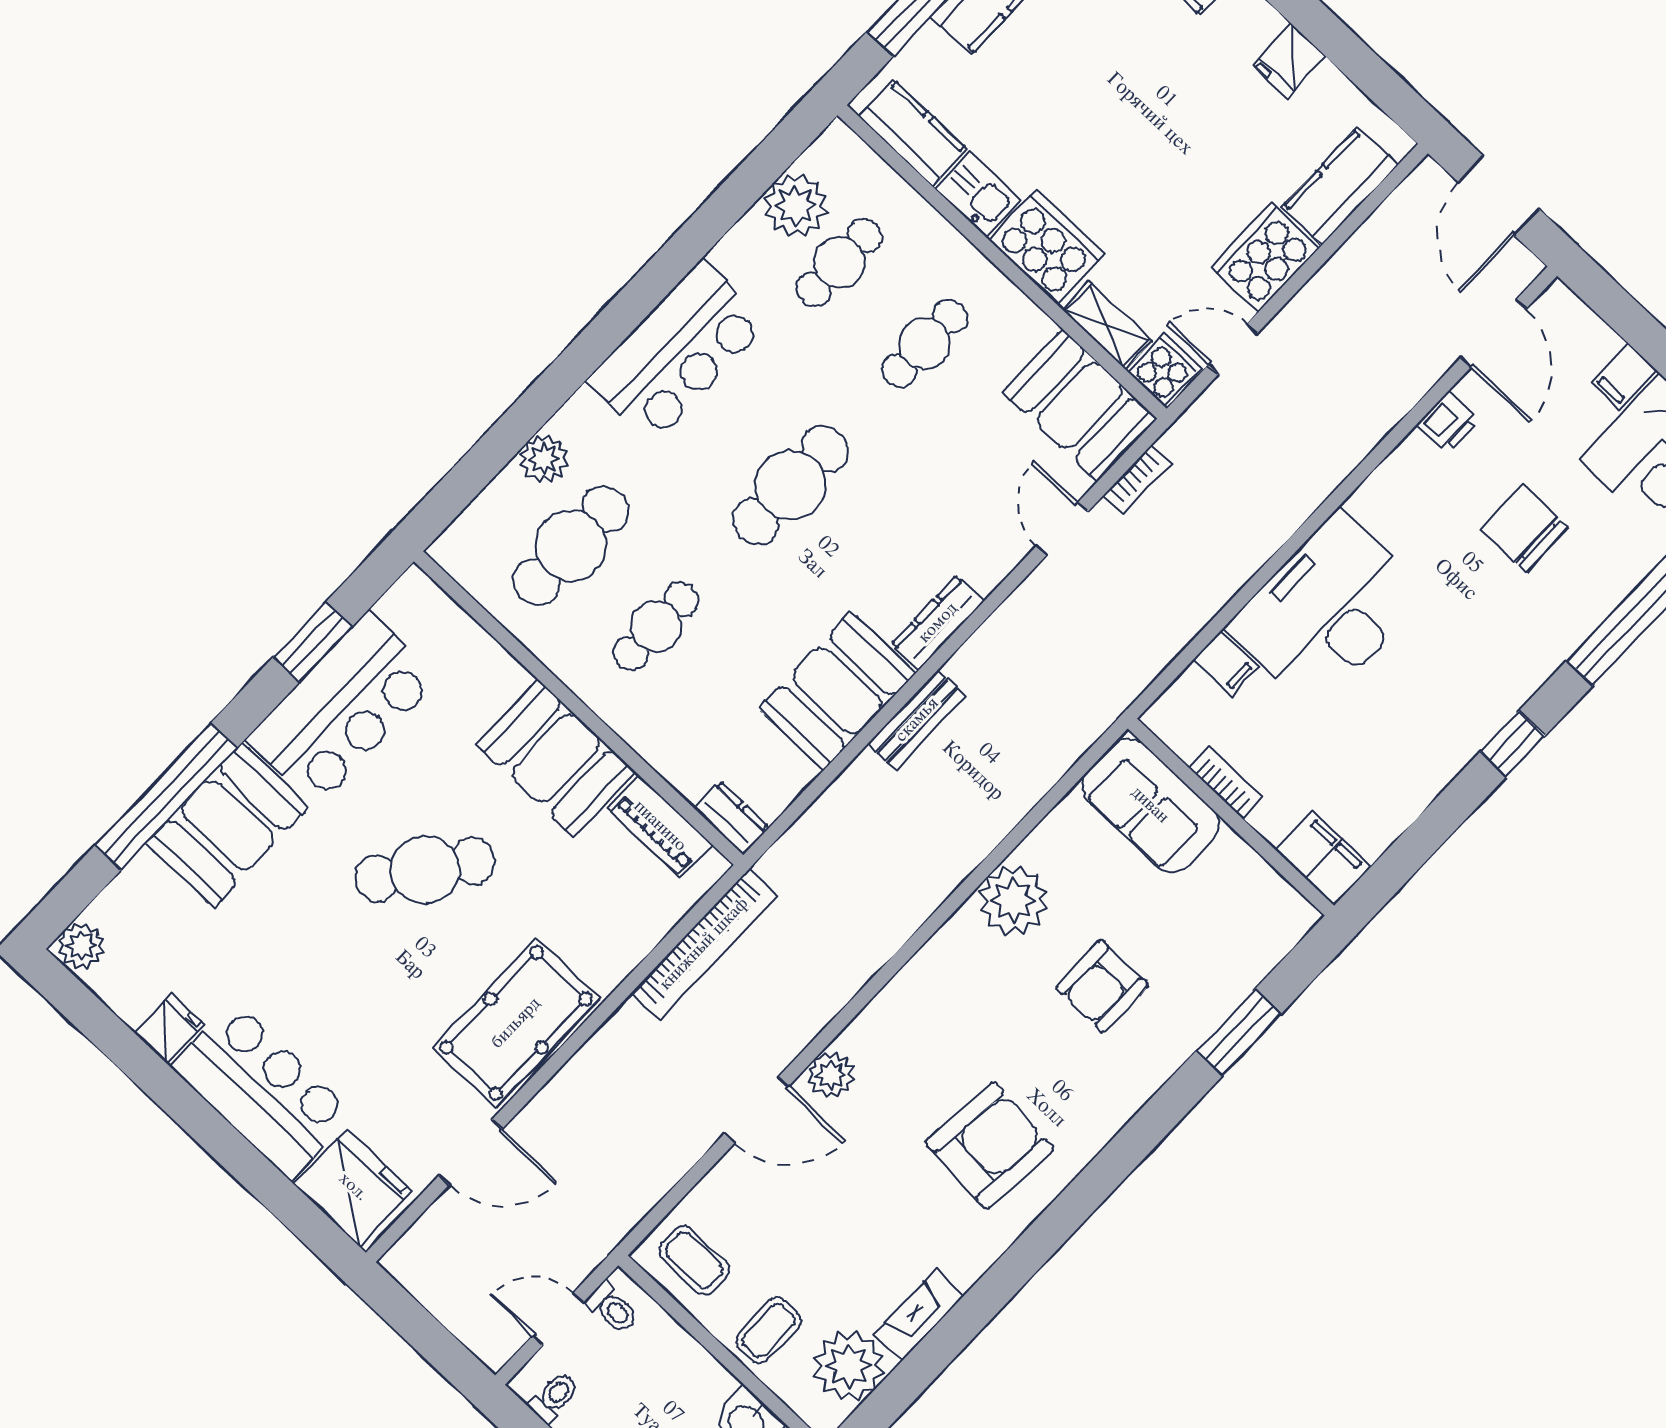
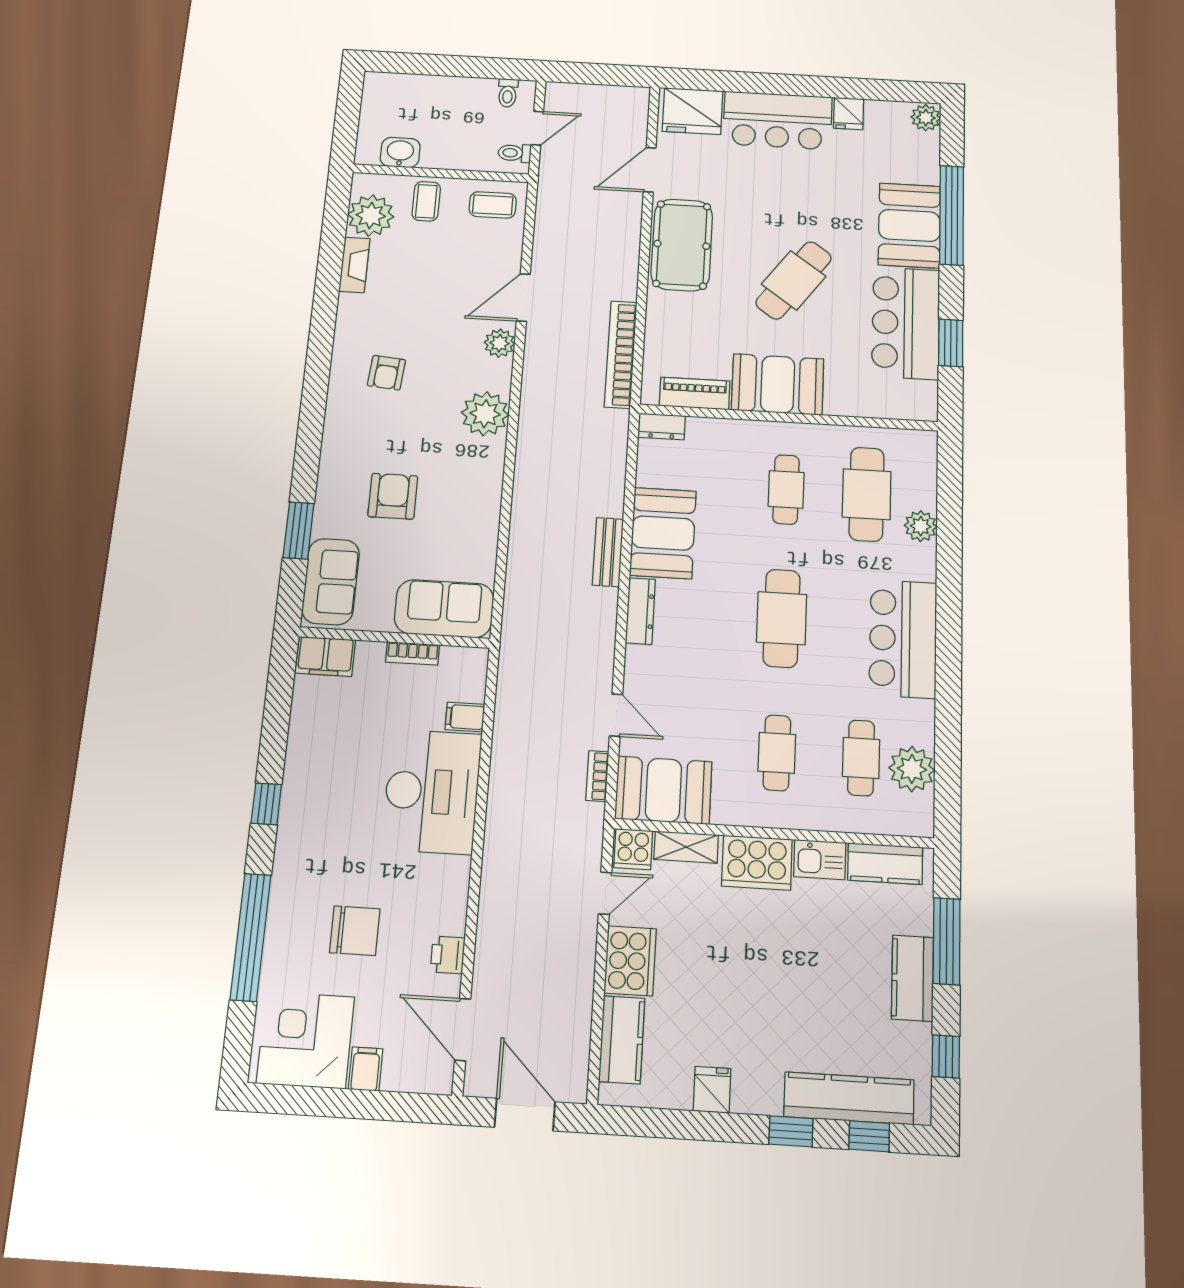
plant: (1013, 900) -> (485, 414), moved
sofa: (1250, 941) -> (331, 582), added
armchair: (990, 1145) -> (386, 373), width x0.53, depth x0.53

